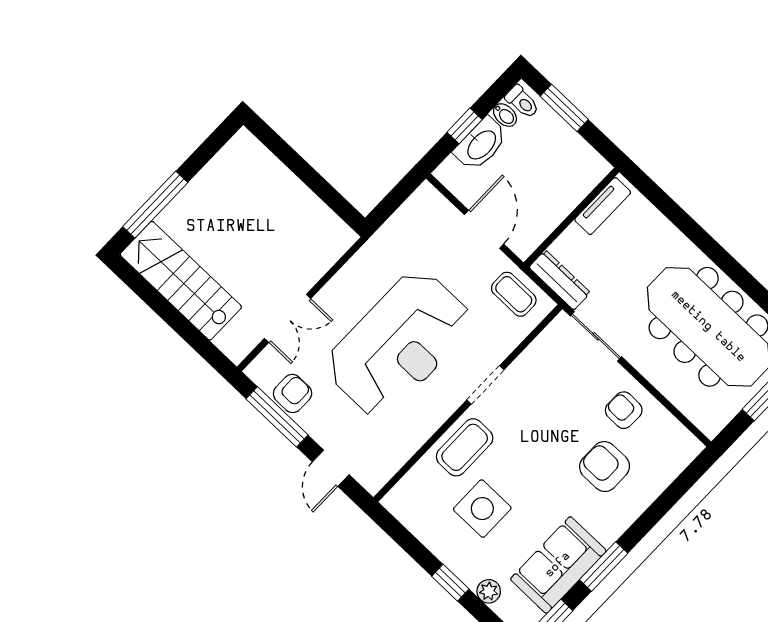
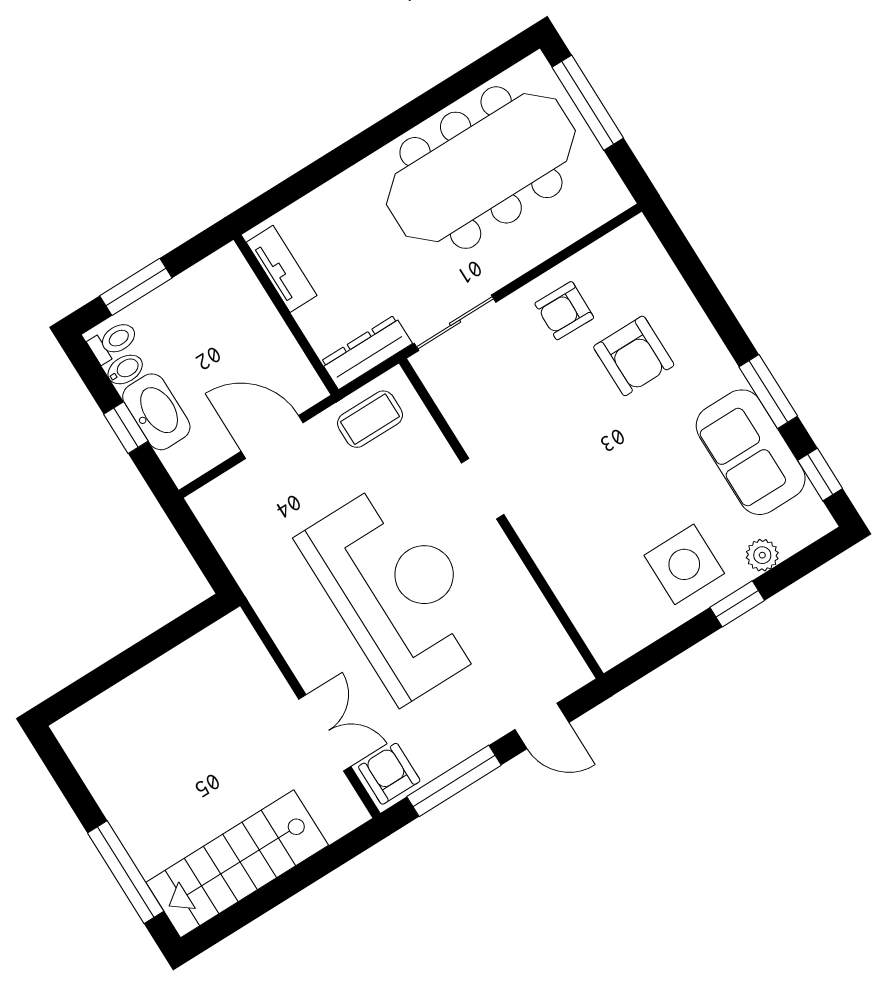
armchair: (293, 393) -> (389, 774), moved
coffee table: (465, 447) -> (560, 538), removed
armchair: (605, 467) -> (634, 356), turned -90
side table: (482, 509) -> (684, 564), moved

